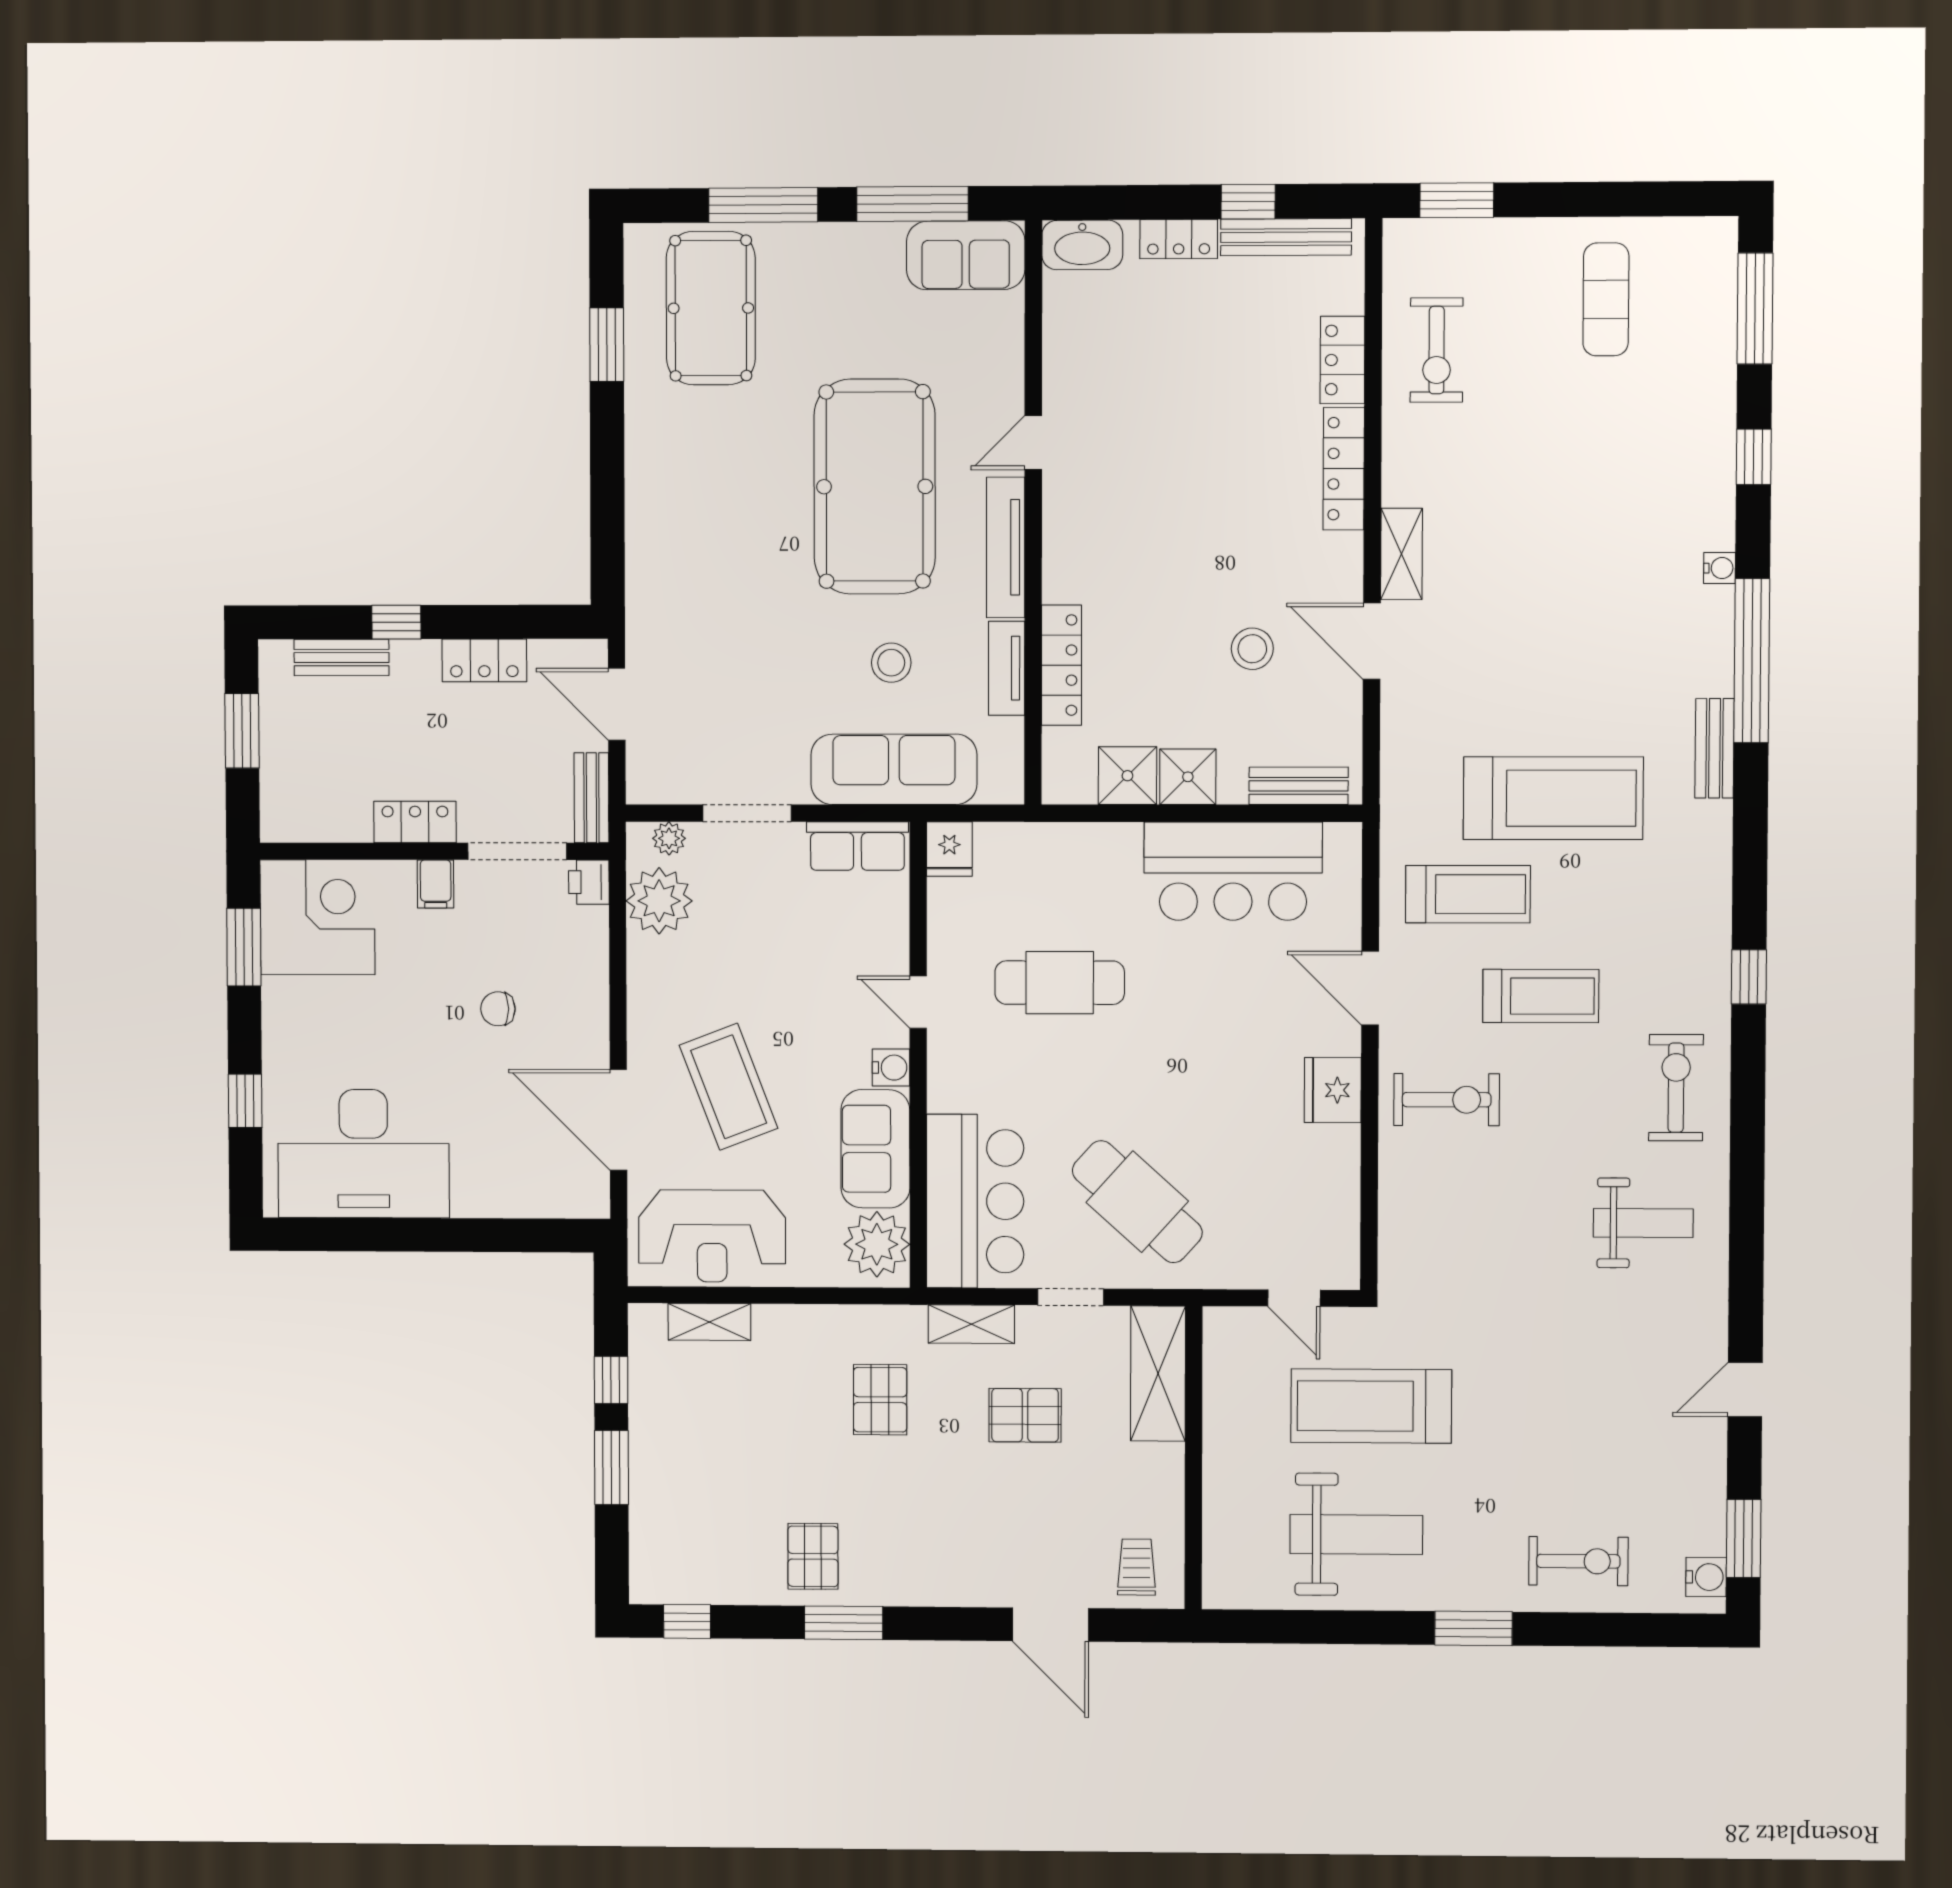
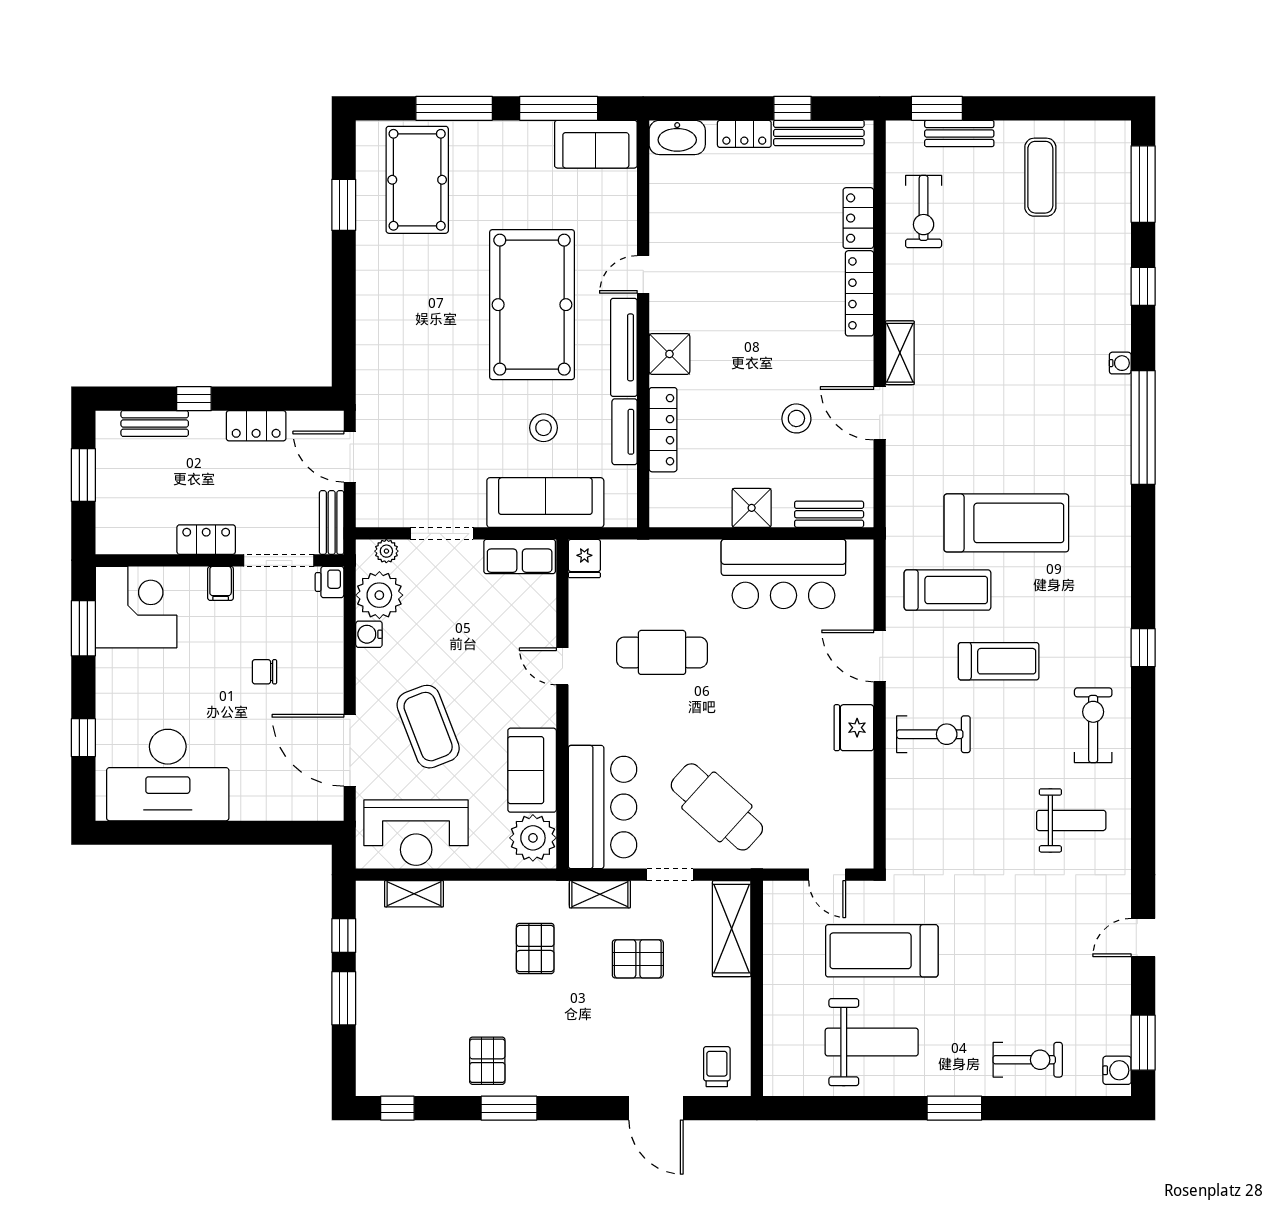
bench: (1715, 748) -> (959, 133), moved, turned 90
shower: (1127, 776) -> (669, 354), moved
water cooler: (891, 1068) -> (369, 634), moved, turned 180

